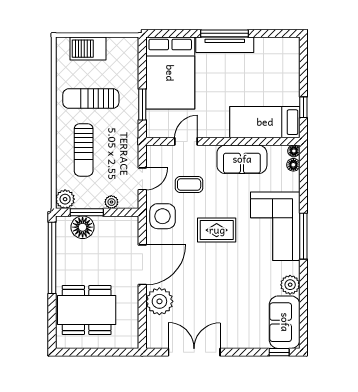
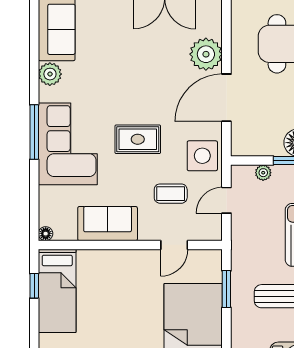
bed: (265, 122) -> (57, 291), moved, turned 90
floor lamp: (293, 165) -> (46, 217), removed

